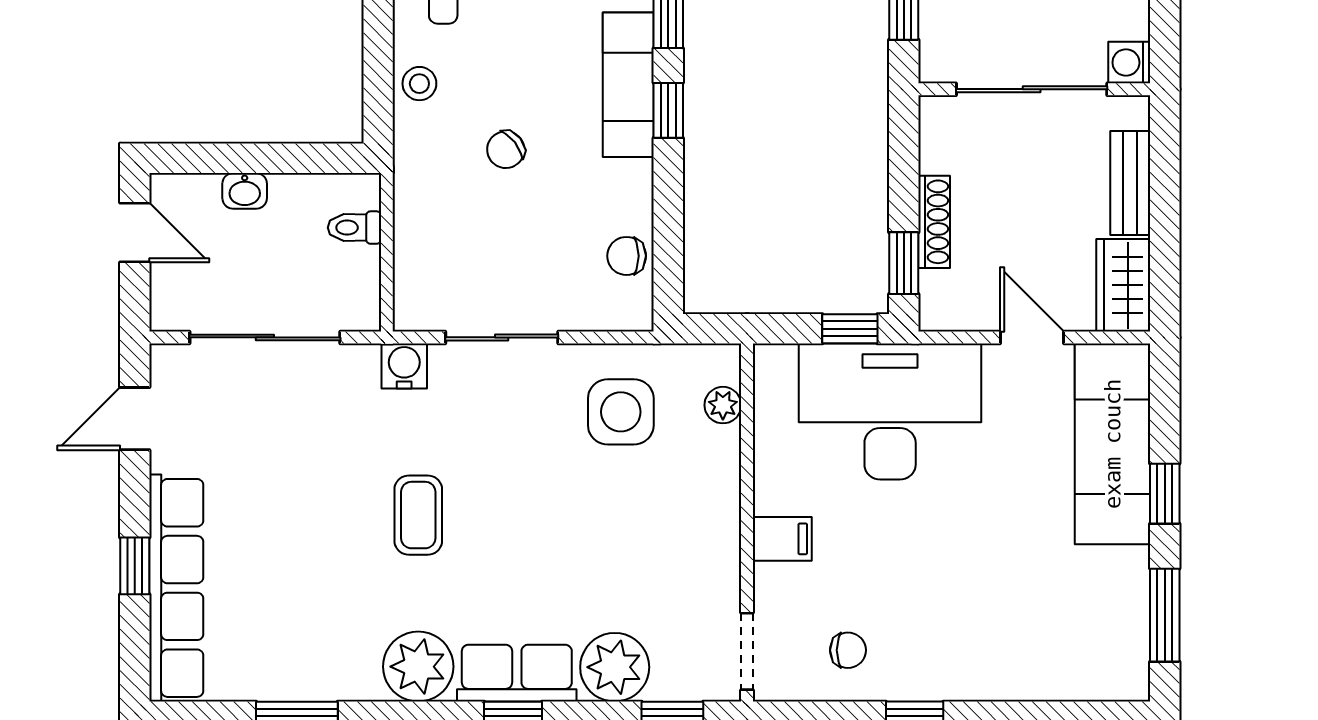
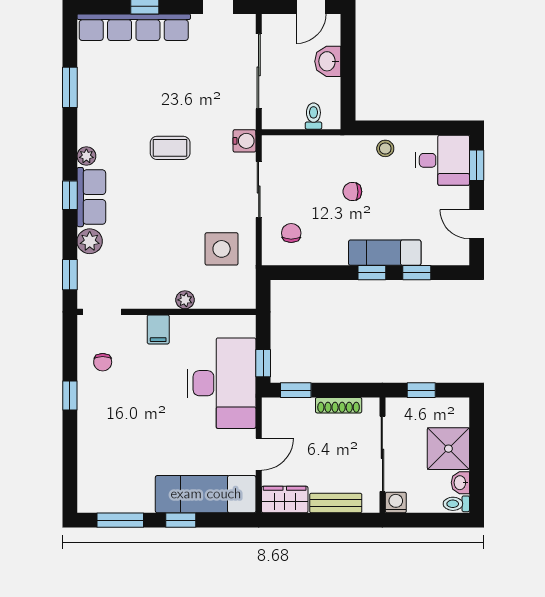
chair: (506, 150) -> (352, 192), turned -52
washbasin: (245, 191) -> (328, 61), width x1.38, depth x1.45
shoe rack: (934, 222) -> (339, 405), moved
chair: (627, 256) -> (291, 233), moved
plant: (723, 405) -> (185, 300), moved
plant: (418, 667) -> (86, 156), width x0.53, depth x0.53
plant: (615, 667) -> (90, 241), width x0.73, depth x0.73

